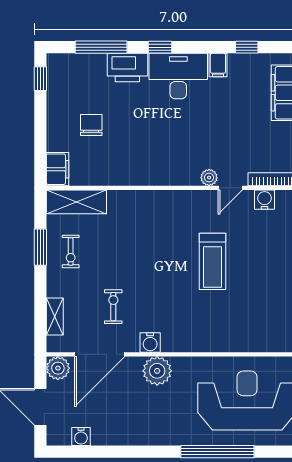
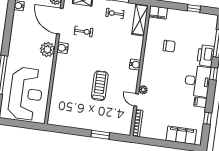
window: (40, 79) -> (194, 8), moved
chair: (91, 125) -> (169, 46), moved
water cooler: (264, 200) -> (135, 65), moved
treadmill: (213, 261) -> (100, 86), turned 90

